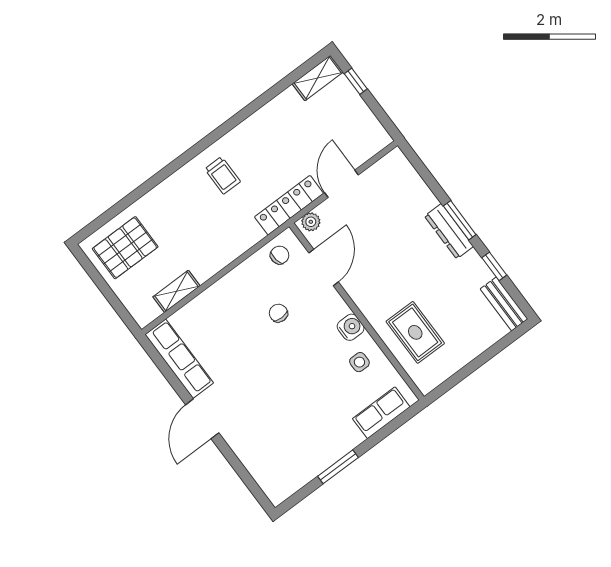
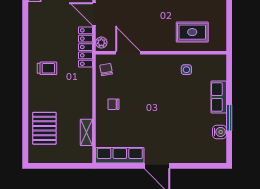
pallet: (125, 248) -> (44, 128), moved
chair: (278, 313) -> (113, 104), moved
water cooler: (351, 327) -> (220, 132), moved, turned 90
row of seats: (381, 413) -> (219, 97), moved

